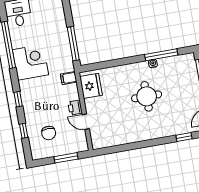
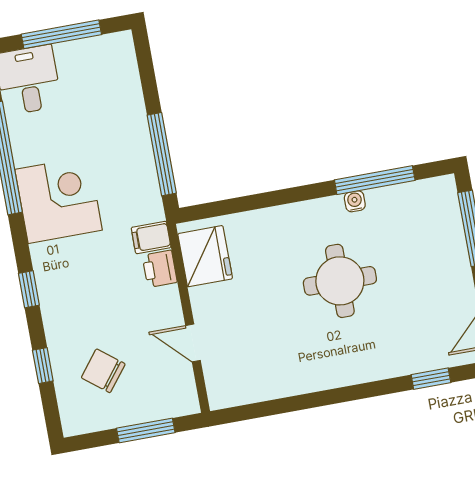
printer: (75, 108) -> (160, 269), moved
chair: (49, 133) -> (103, 371), turned 128

